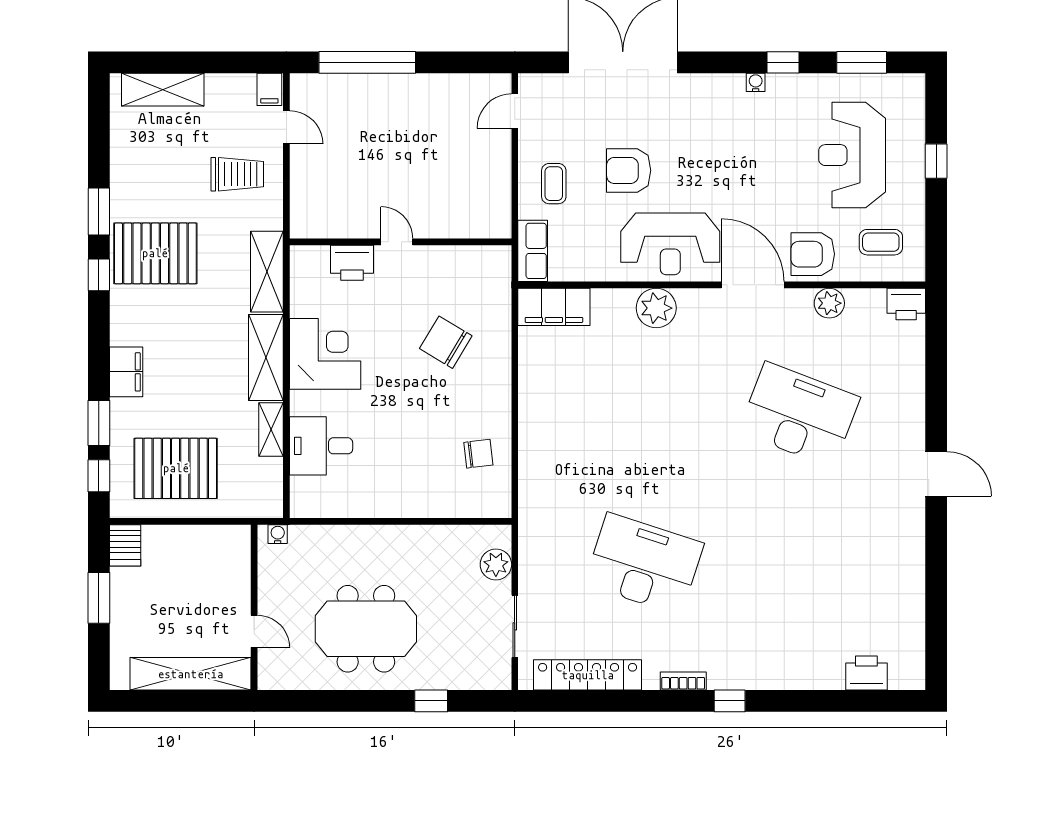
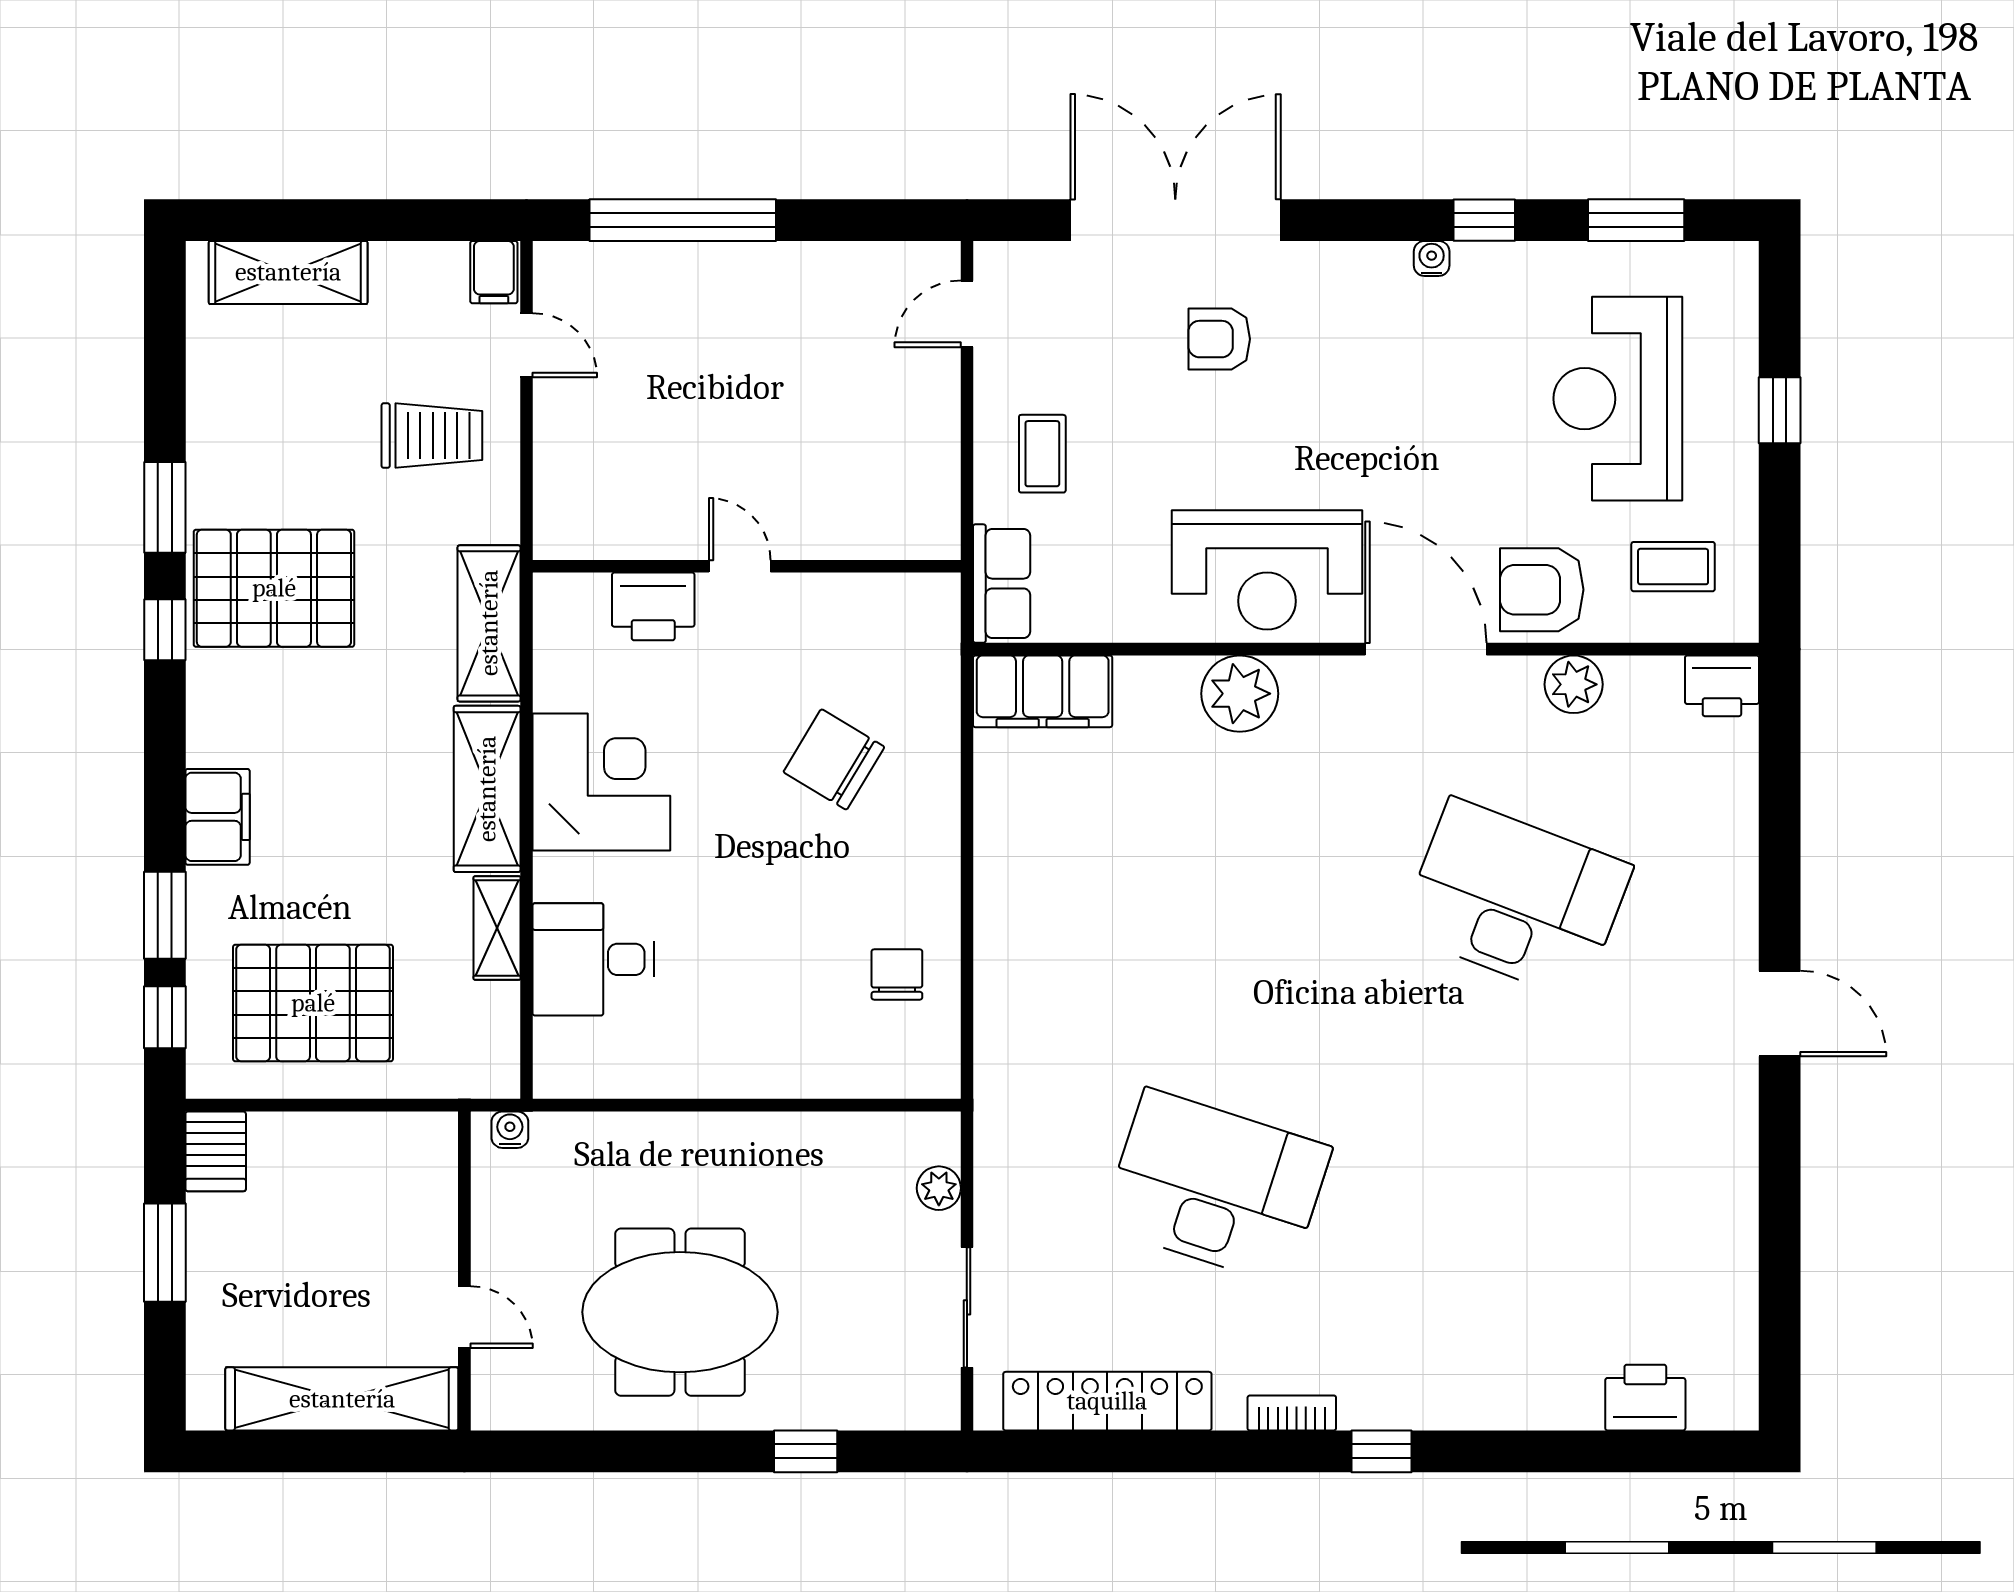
armchair: (629, 170) -> (1219, 339), moved, width x0.72, depth x0.72
chair: (478, 454) -> (897, 974), turned -83
plant: (496, 564) -> (939, 1188), width x0.73, depth x0.73

